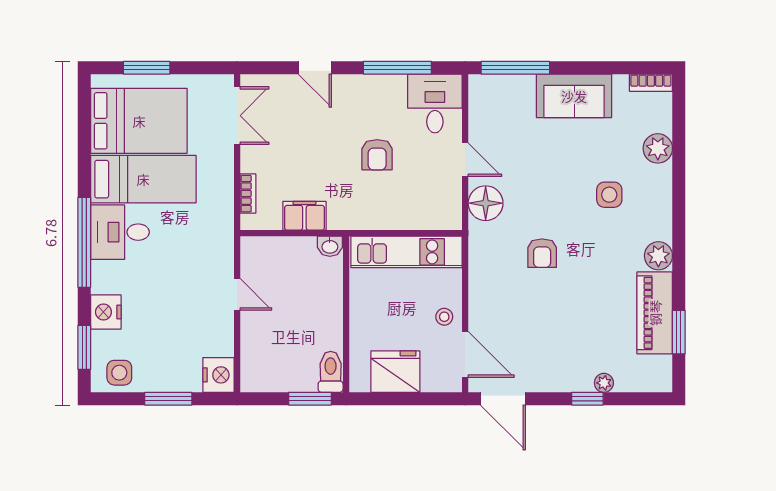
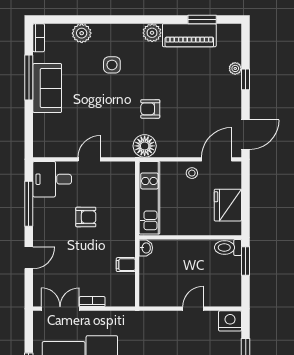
window: (515, 68) -> (29, 78), moved
bookcase: (248, 194) -> (92, 302), moved
floor lamp: (486, 203) -> (145, 146), moved
filing cabinet: (304, 216) -> (126, 265), width x0.50
armchair: (542, 253) -> (150, 109), turned 180
door: (237, 294) -> (193, 309), moved

